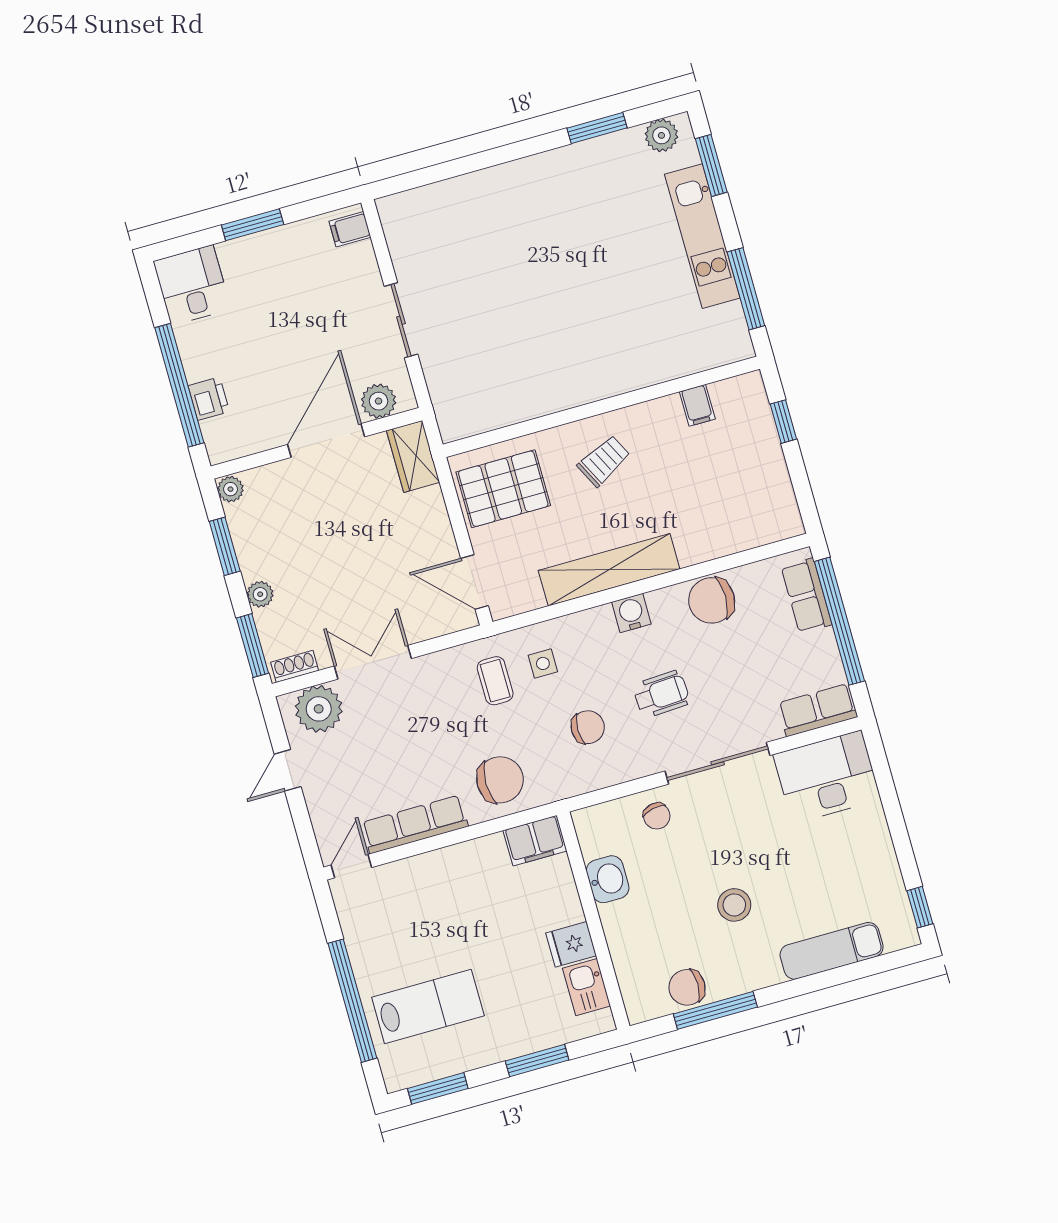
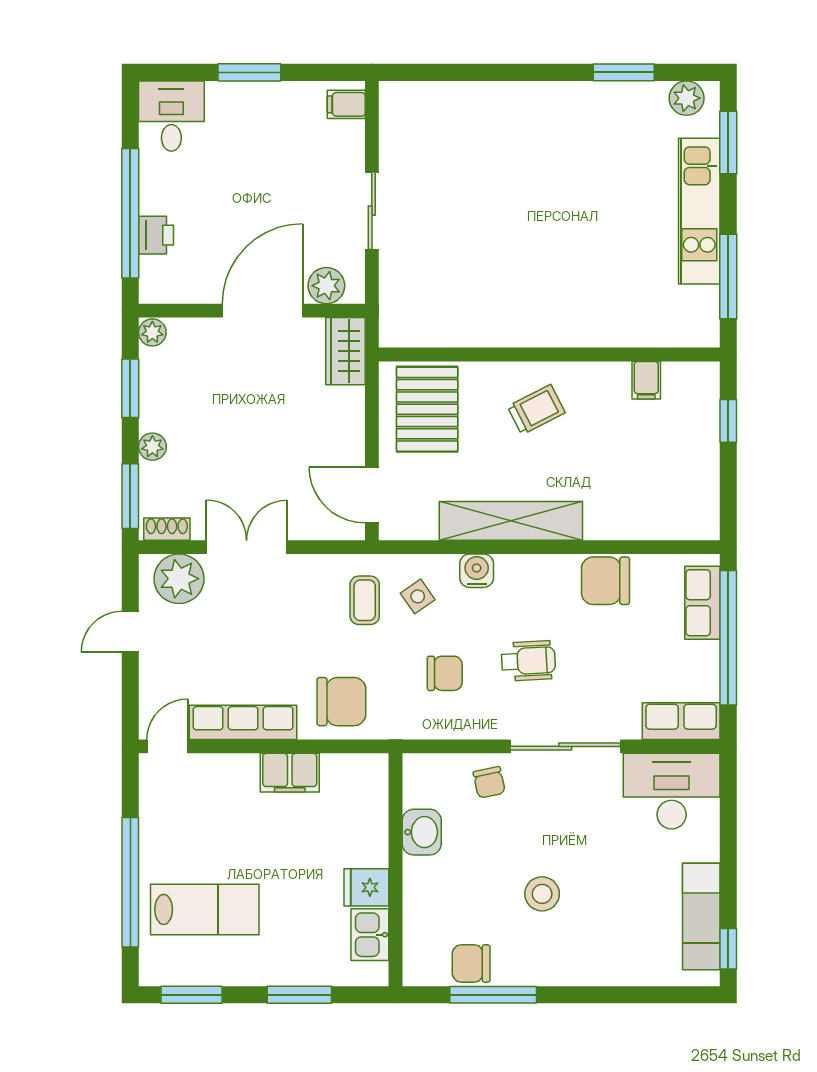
pallet: (503, 489) -> (427, 409), turned 90
water cooler: (631, 613) -> (477, 571), moved
side table: (543, 663) -> (418, 596), turned -35
filing cabinet: (535, 841) -> (290, 773), moved
exam couch: (832, 951) -> (701, 916), moved, turned -90

